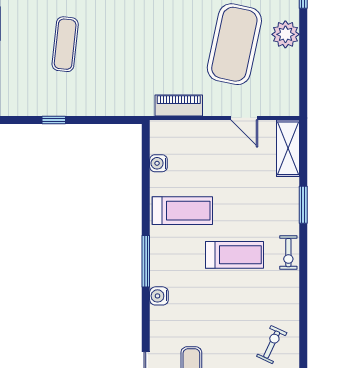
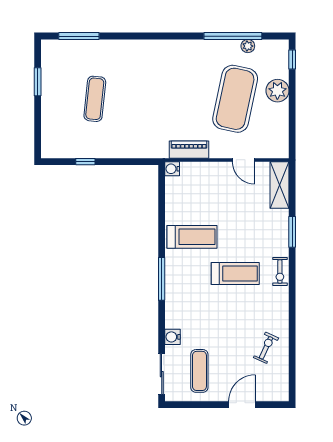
water cooler: (158, 163) -> (172, 169), moved
water cooler: (159, 296) -> (173, 337), moved

